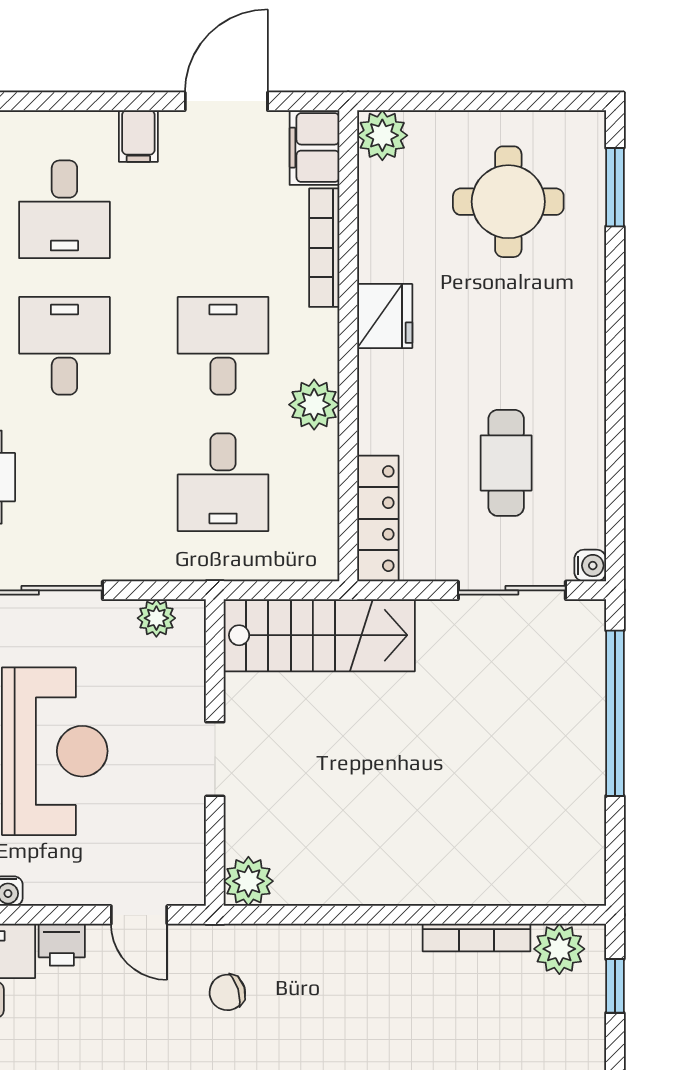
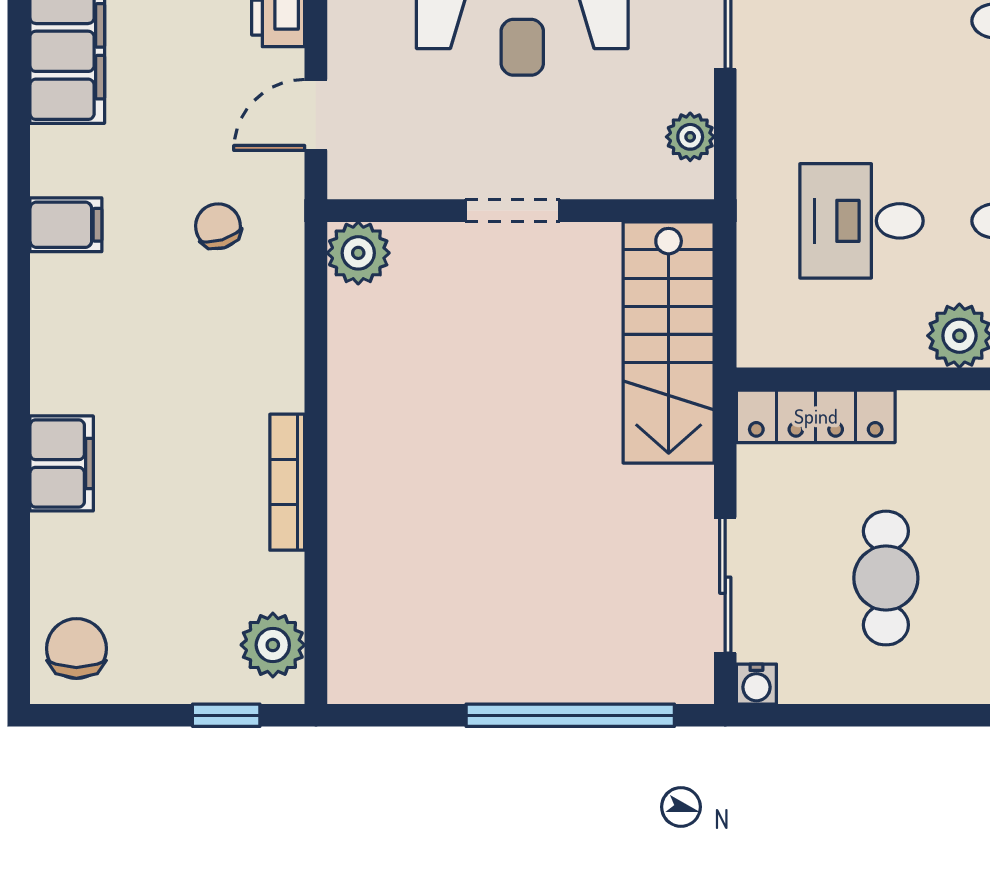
cafe table: (506, 463) -> (886, 578), turned 90
bookcase: (476, 937) -> (287, 482), moved

